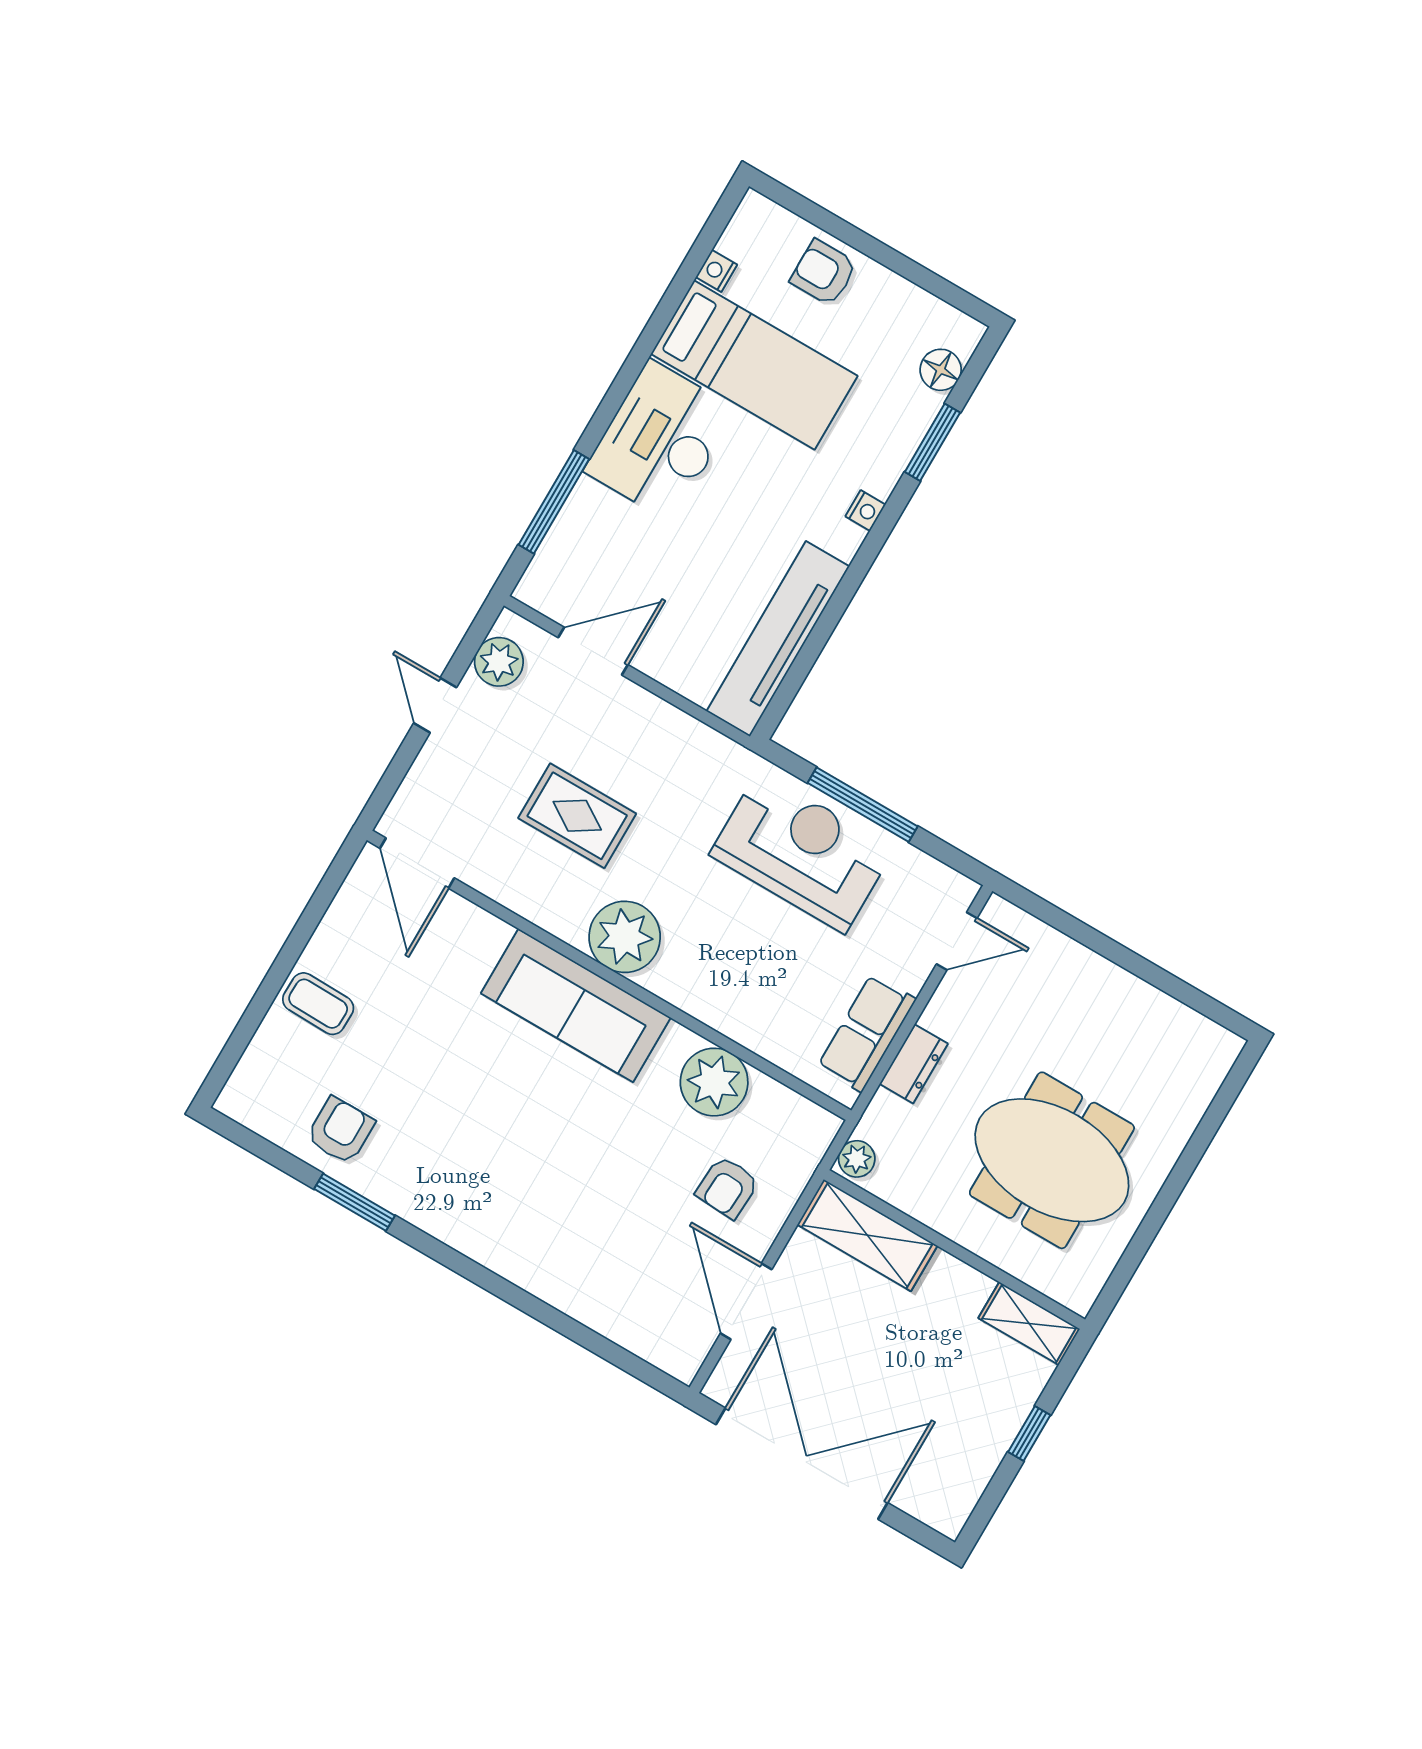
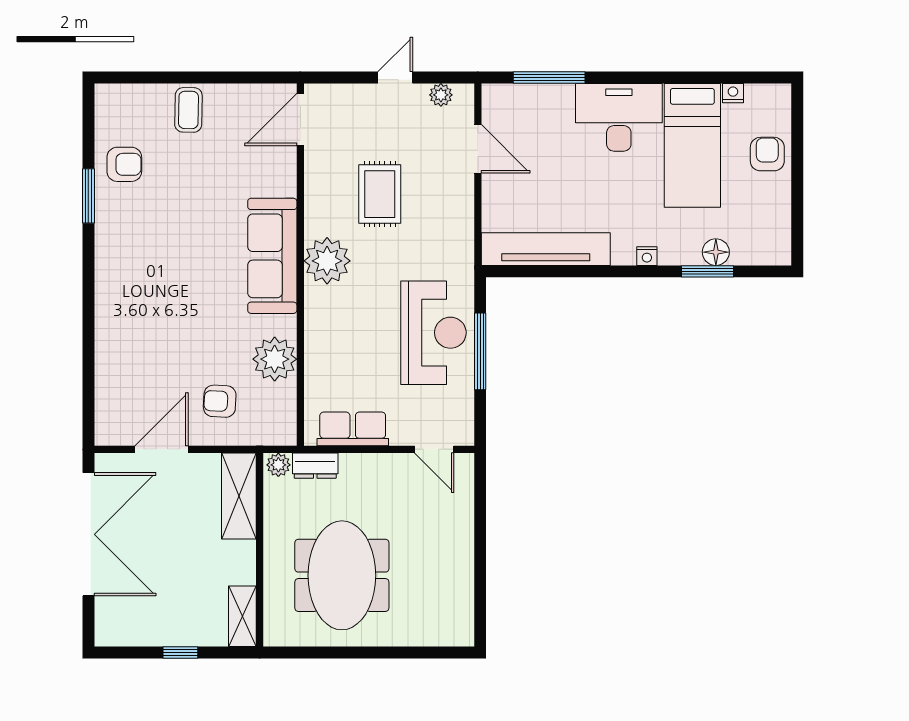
floor lamp: (941, 370) -> (716, 252), moved
plant: (499, 662) -> (441, 95), width x0.73, depth x0.73
dresser: (914, 1064) -> (315, 466), moved

